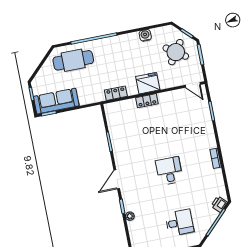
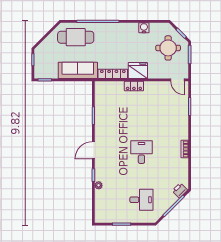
round table: (176, 52) -> (168, 48), turned -34
locker: (116, 93) -> (113, 74), width x1.53
sofa: (56, 101) -> (78, 70), moved

